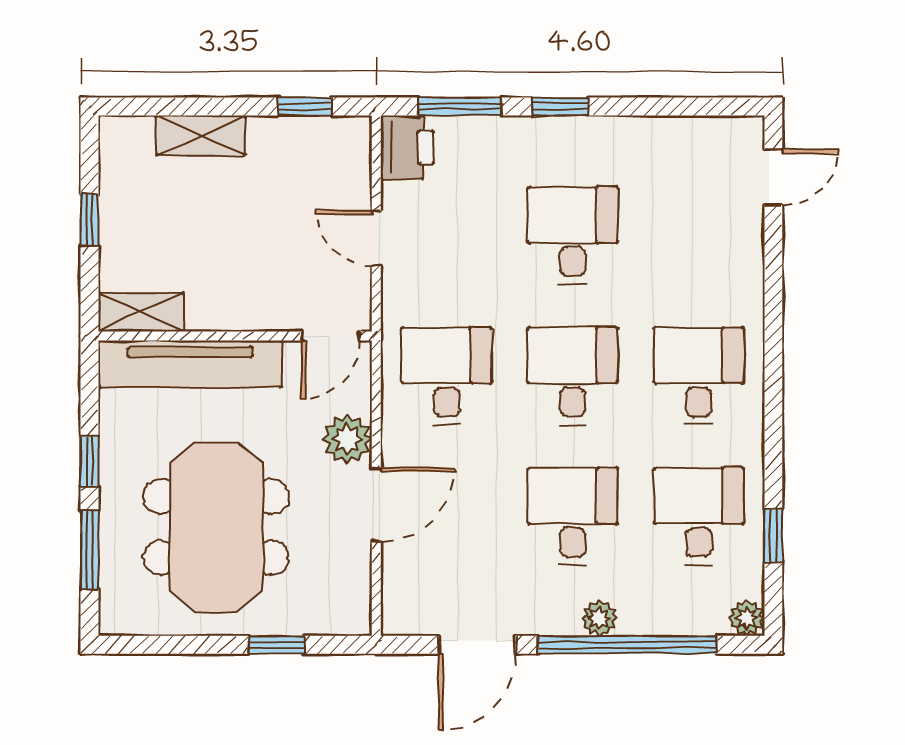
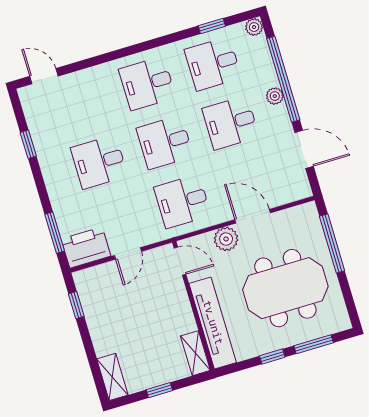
window: (560, 107) -> (28, 144), moved
shelving: (201, 135) -> (112, 377), moved
printer: (407, 147) -> (86, 248), width x1.37, depth x1.19
window: (276, 645) -> (332, 243), width x2.17

